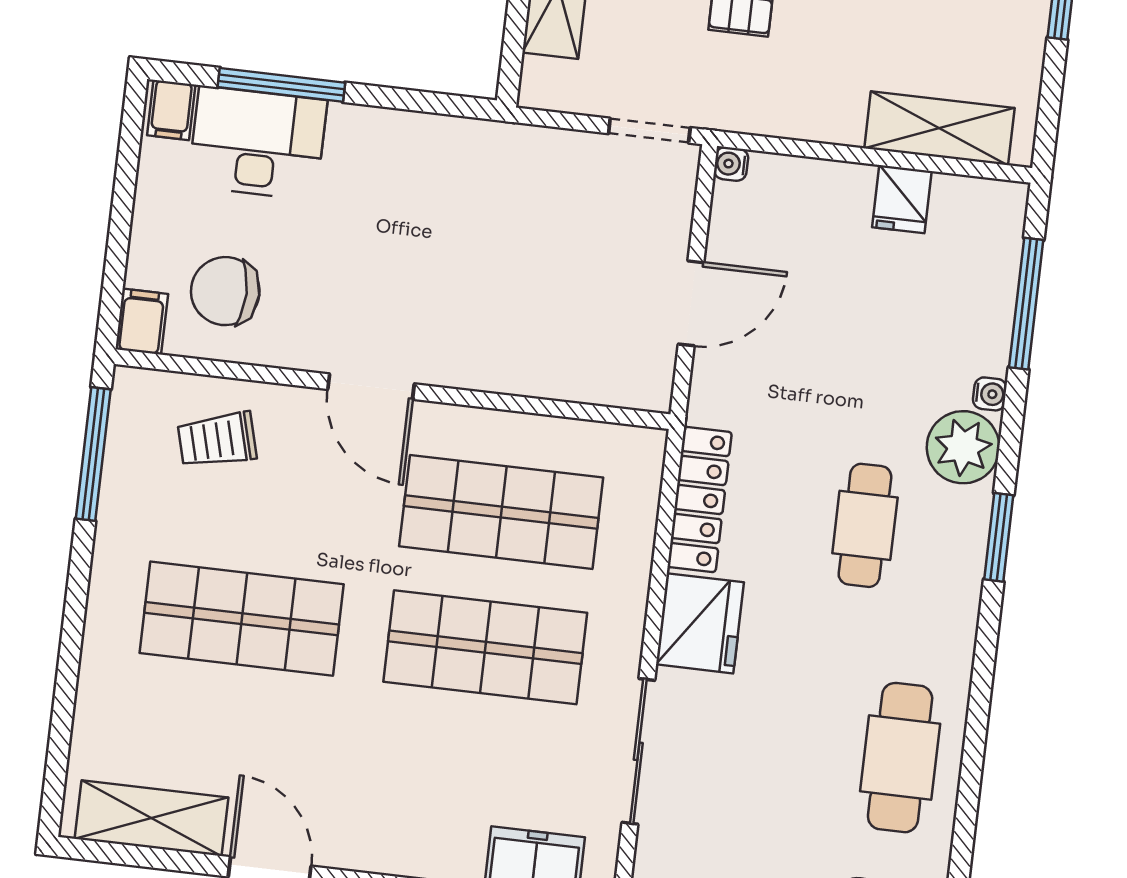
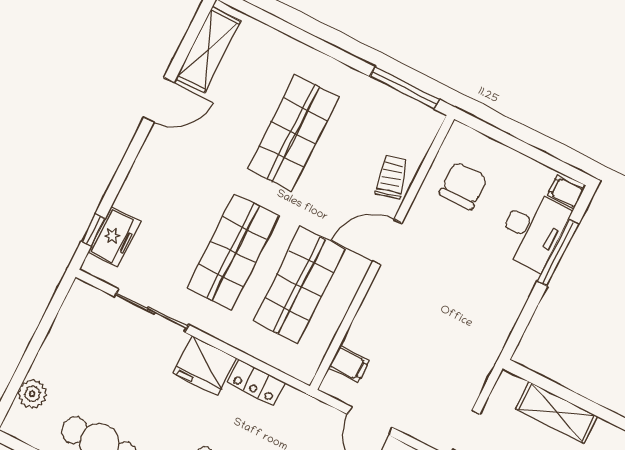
filing cabinet: (142, 322) -> (349, 364), moved
trolley: (217, 440) -> (391, 177), moved
locker: (700, 500) -> (256, 383), width x0.66

